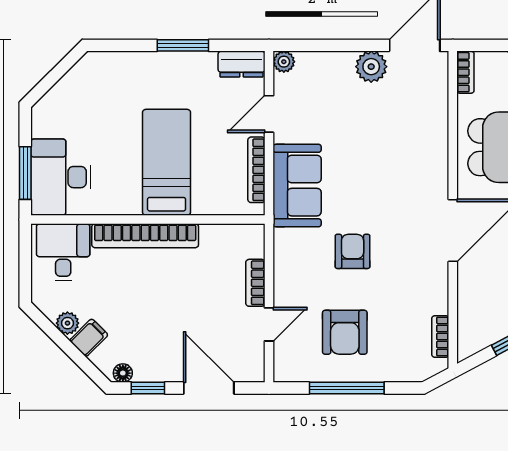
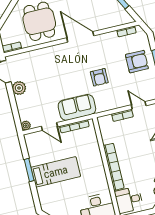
dresser: (242, 64) -> (31, 143), removed
bed: (167, 162) -> (56, 172), moved, turned 180
armchair: (353, 251) -> (99, 77), turned -90
armchair: (345, 332) -> (137, 62), moved

